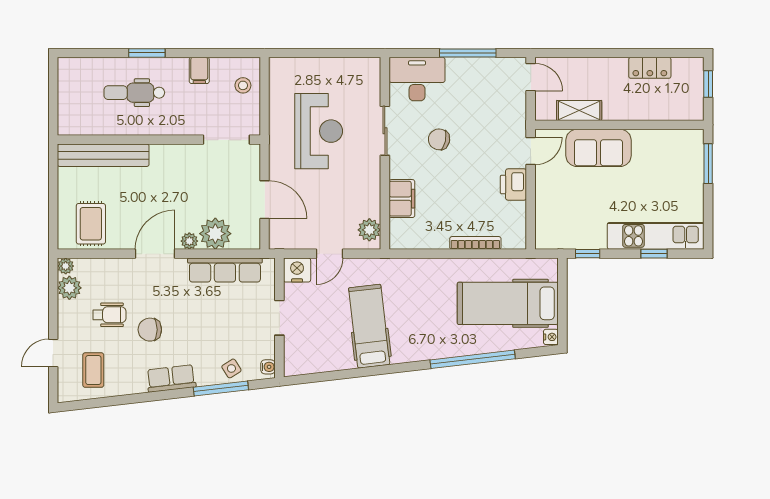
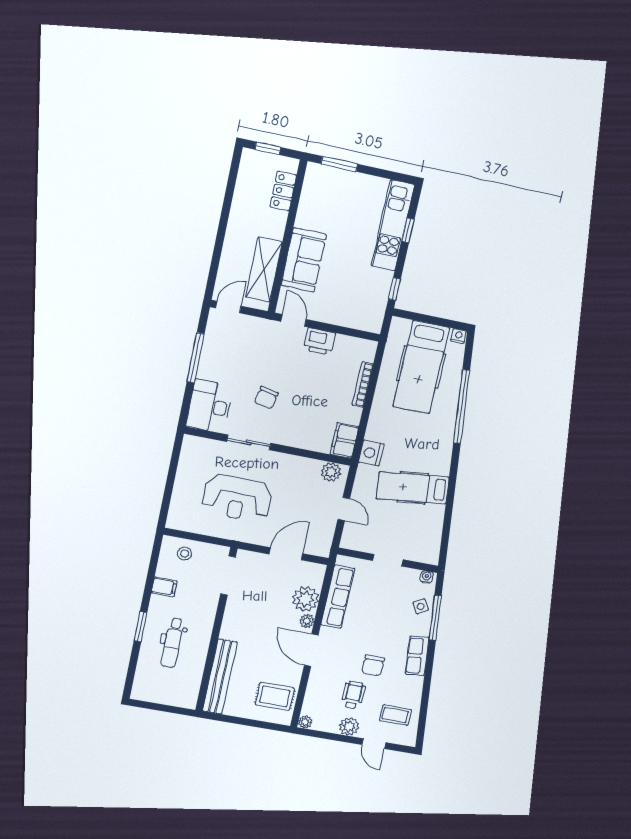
locker: (650, 68) -> (283, 191), moved, turned 180
shelving: (579, 110) -> (264, 270), width x1.50, depth x1.33
reception desk: (319, 131) -> (237, 498), turned 180
filing cabinet: (402, 199) -> (344, 440), moved, turned -90
nightstand: (297, 270) -> (371, 453), moved
plant: (69, 288) -> (349, 726), moved

